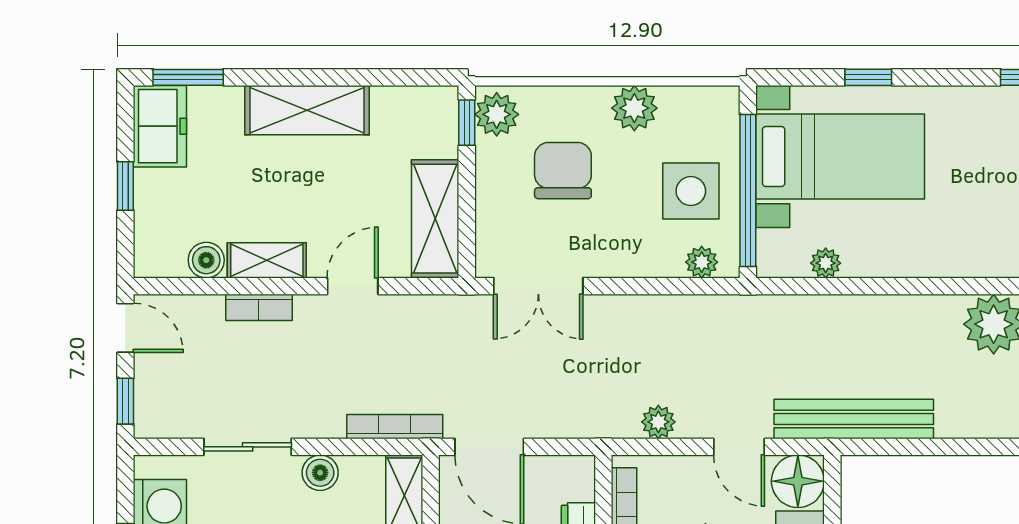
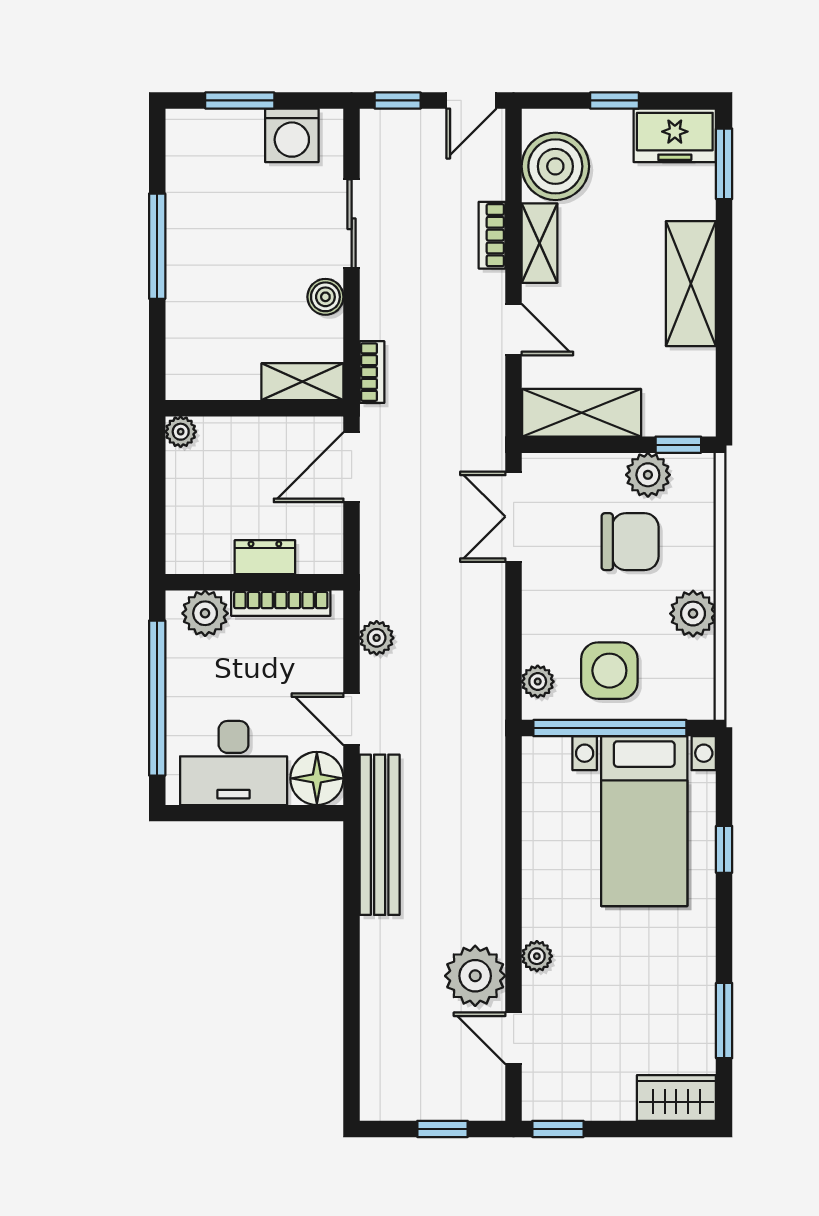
plant: (497, 114) -> (648, 475), moved
boiler: (206, 260) -> (555, 166), width x1.86, depth x1.86
plant: (826, 263) -> (537, 956), moved
bookcase: (395, 427) -> (372, 372), width x0.64
door: (739, 447) -> (352, 719), hinge flipped

